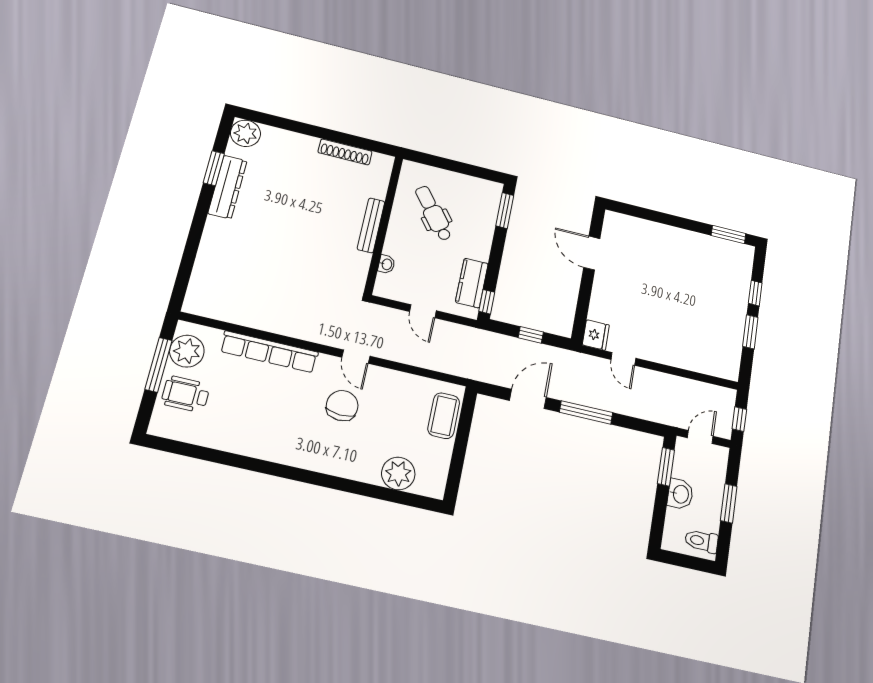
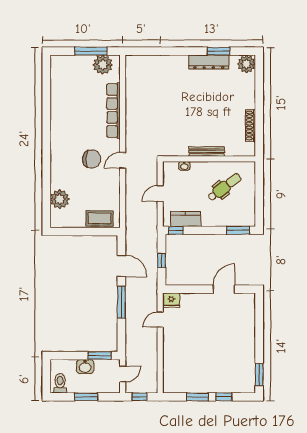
wheelchair: (186, 394) -> (78, 70), removed
door: (700, 437) -> (123, 374), hinge flipped

